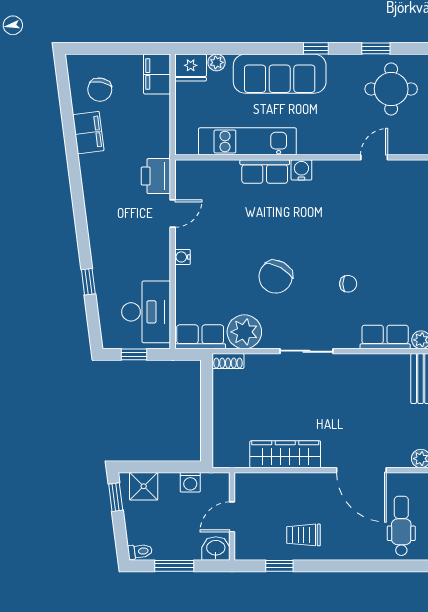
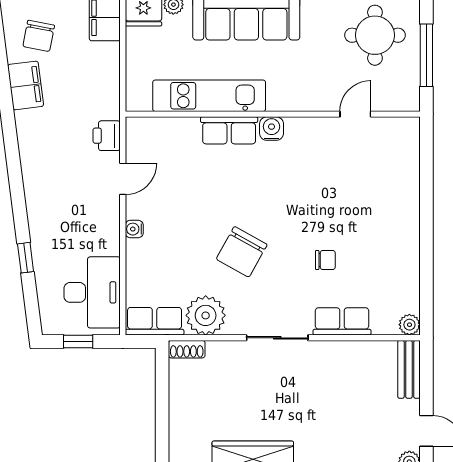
printer: (156, 176) -> (107, 136), width x0.73, depth x0.81
row of seats: (385, 337) -> (342, 321), moved

